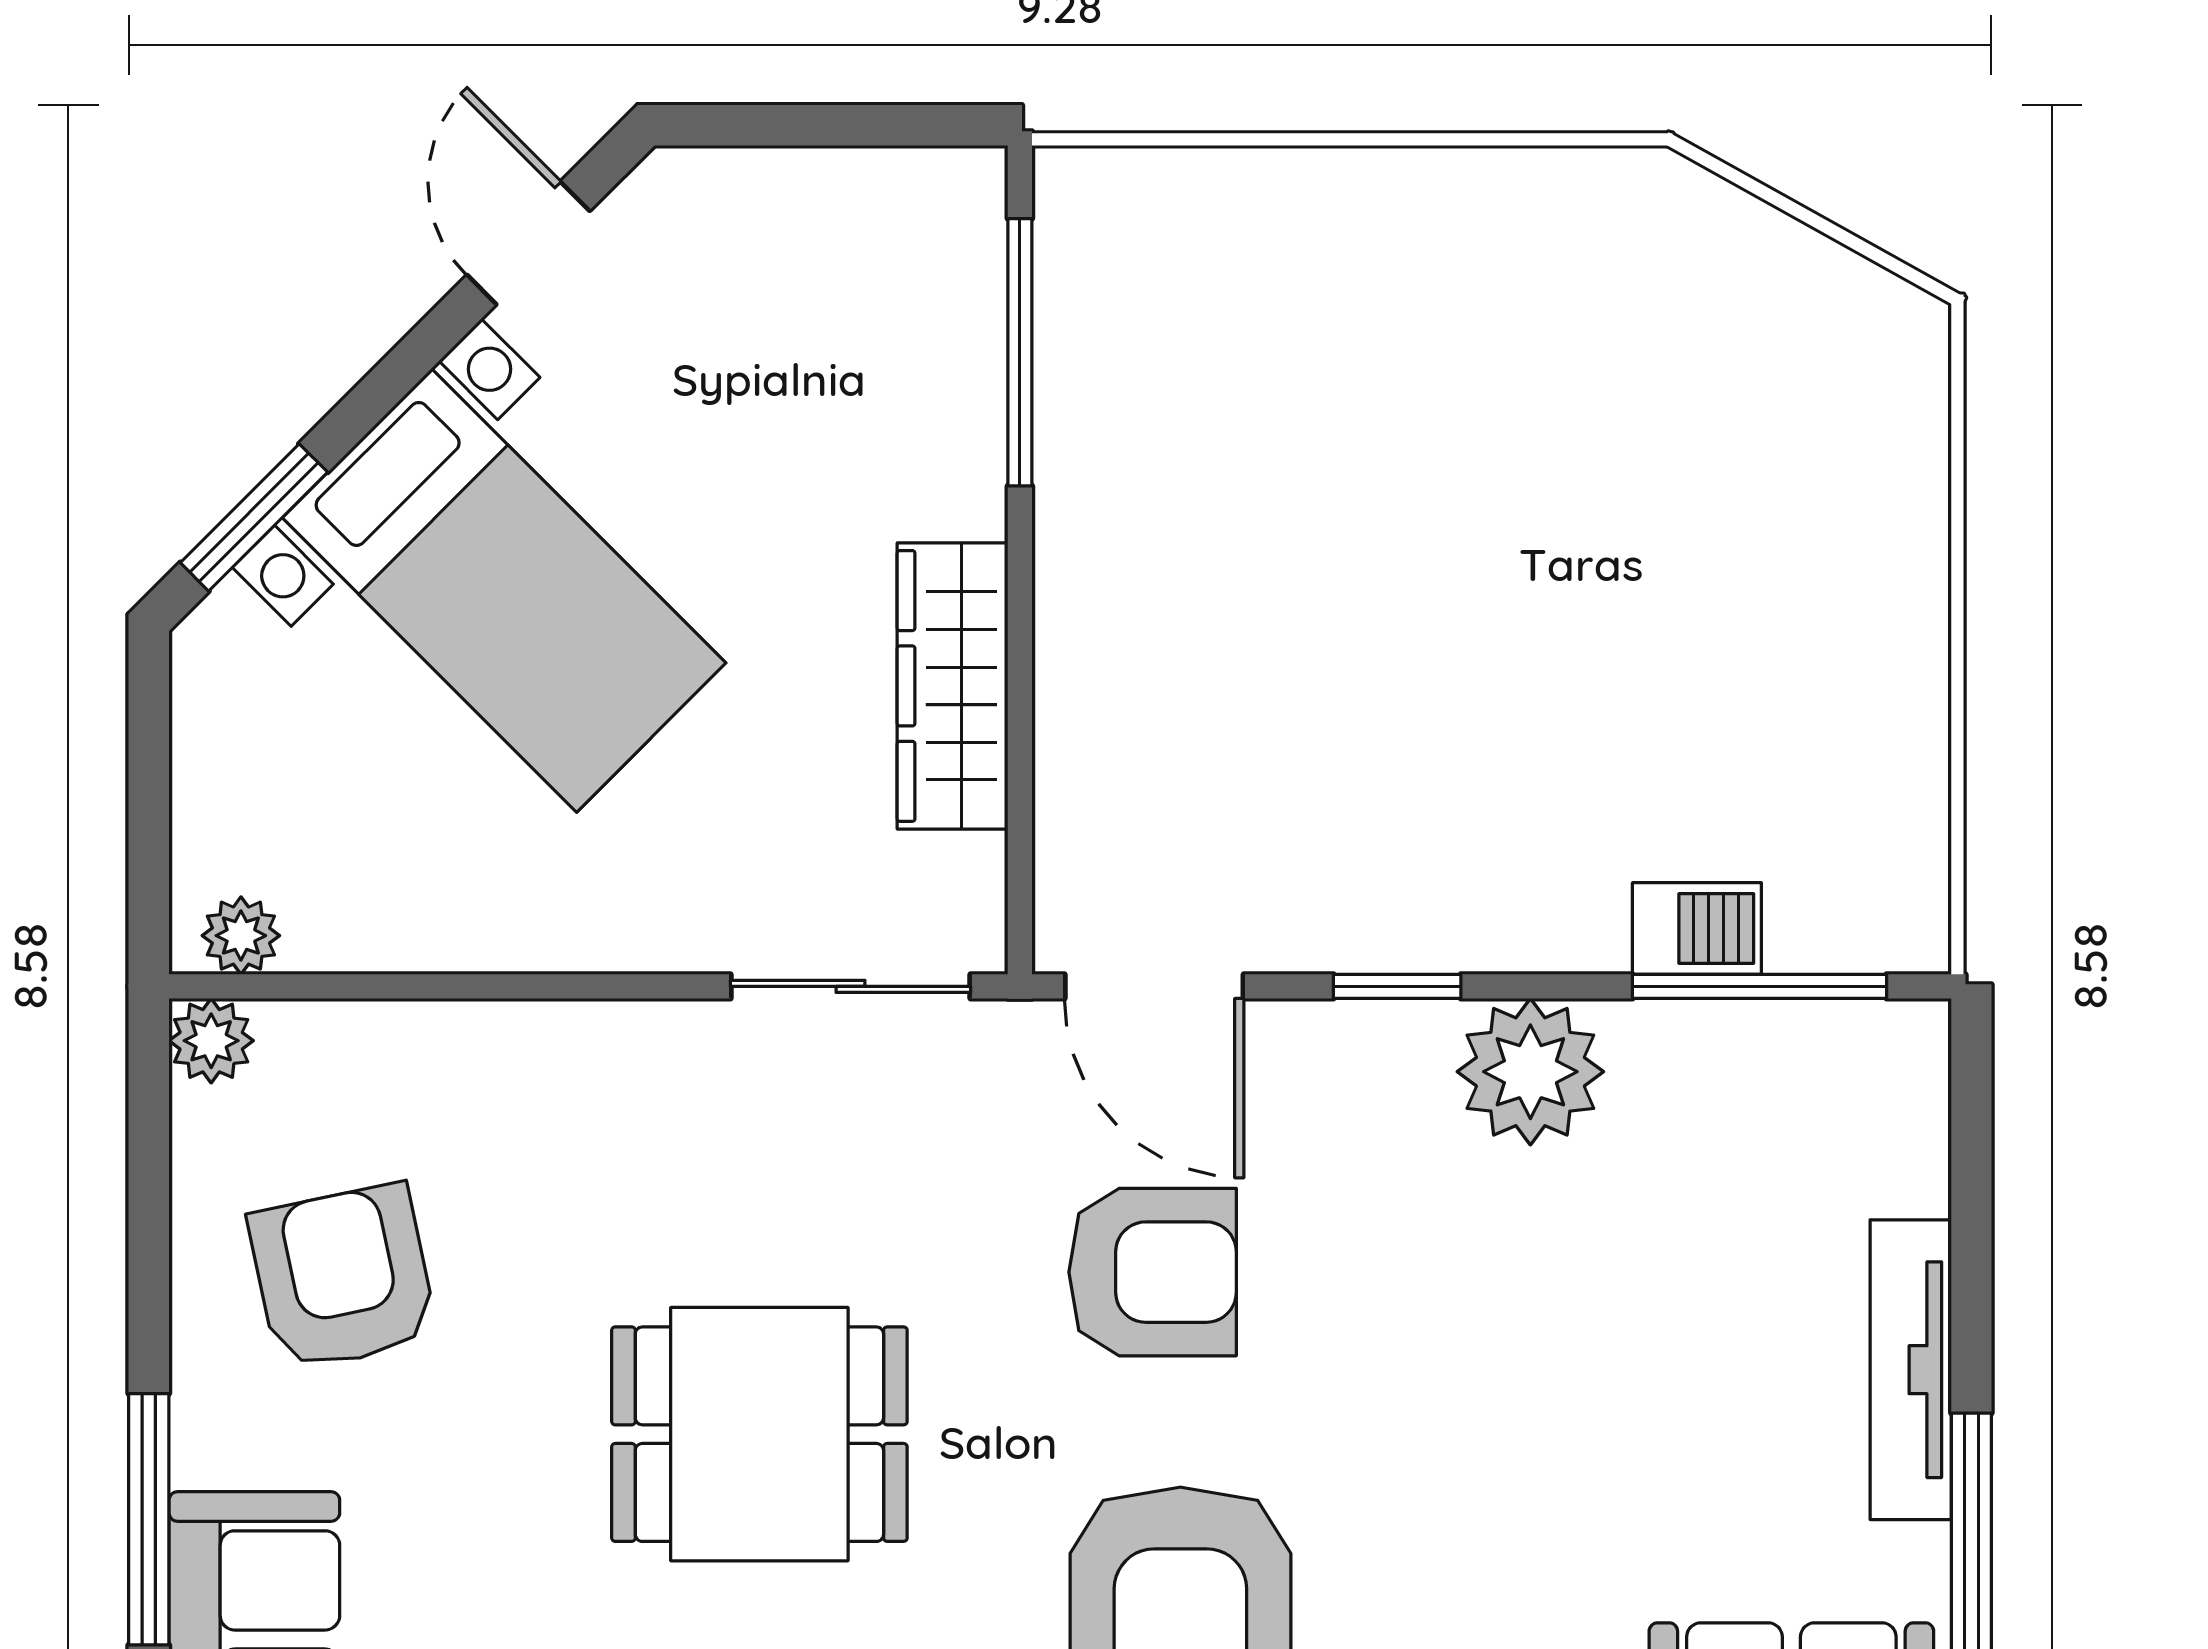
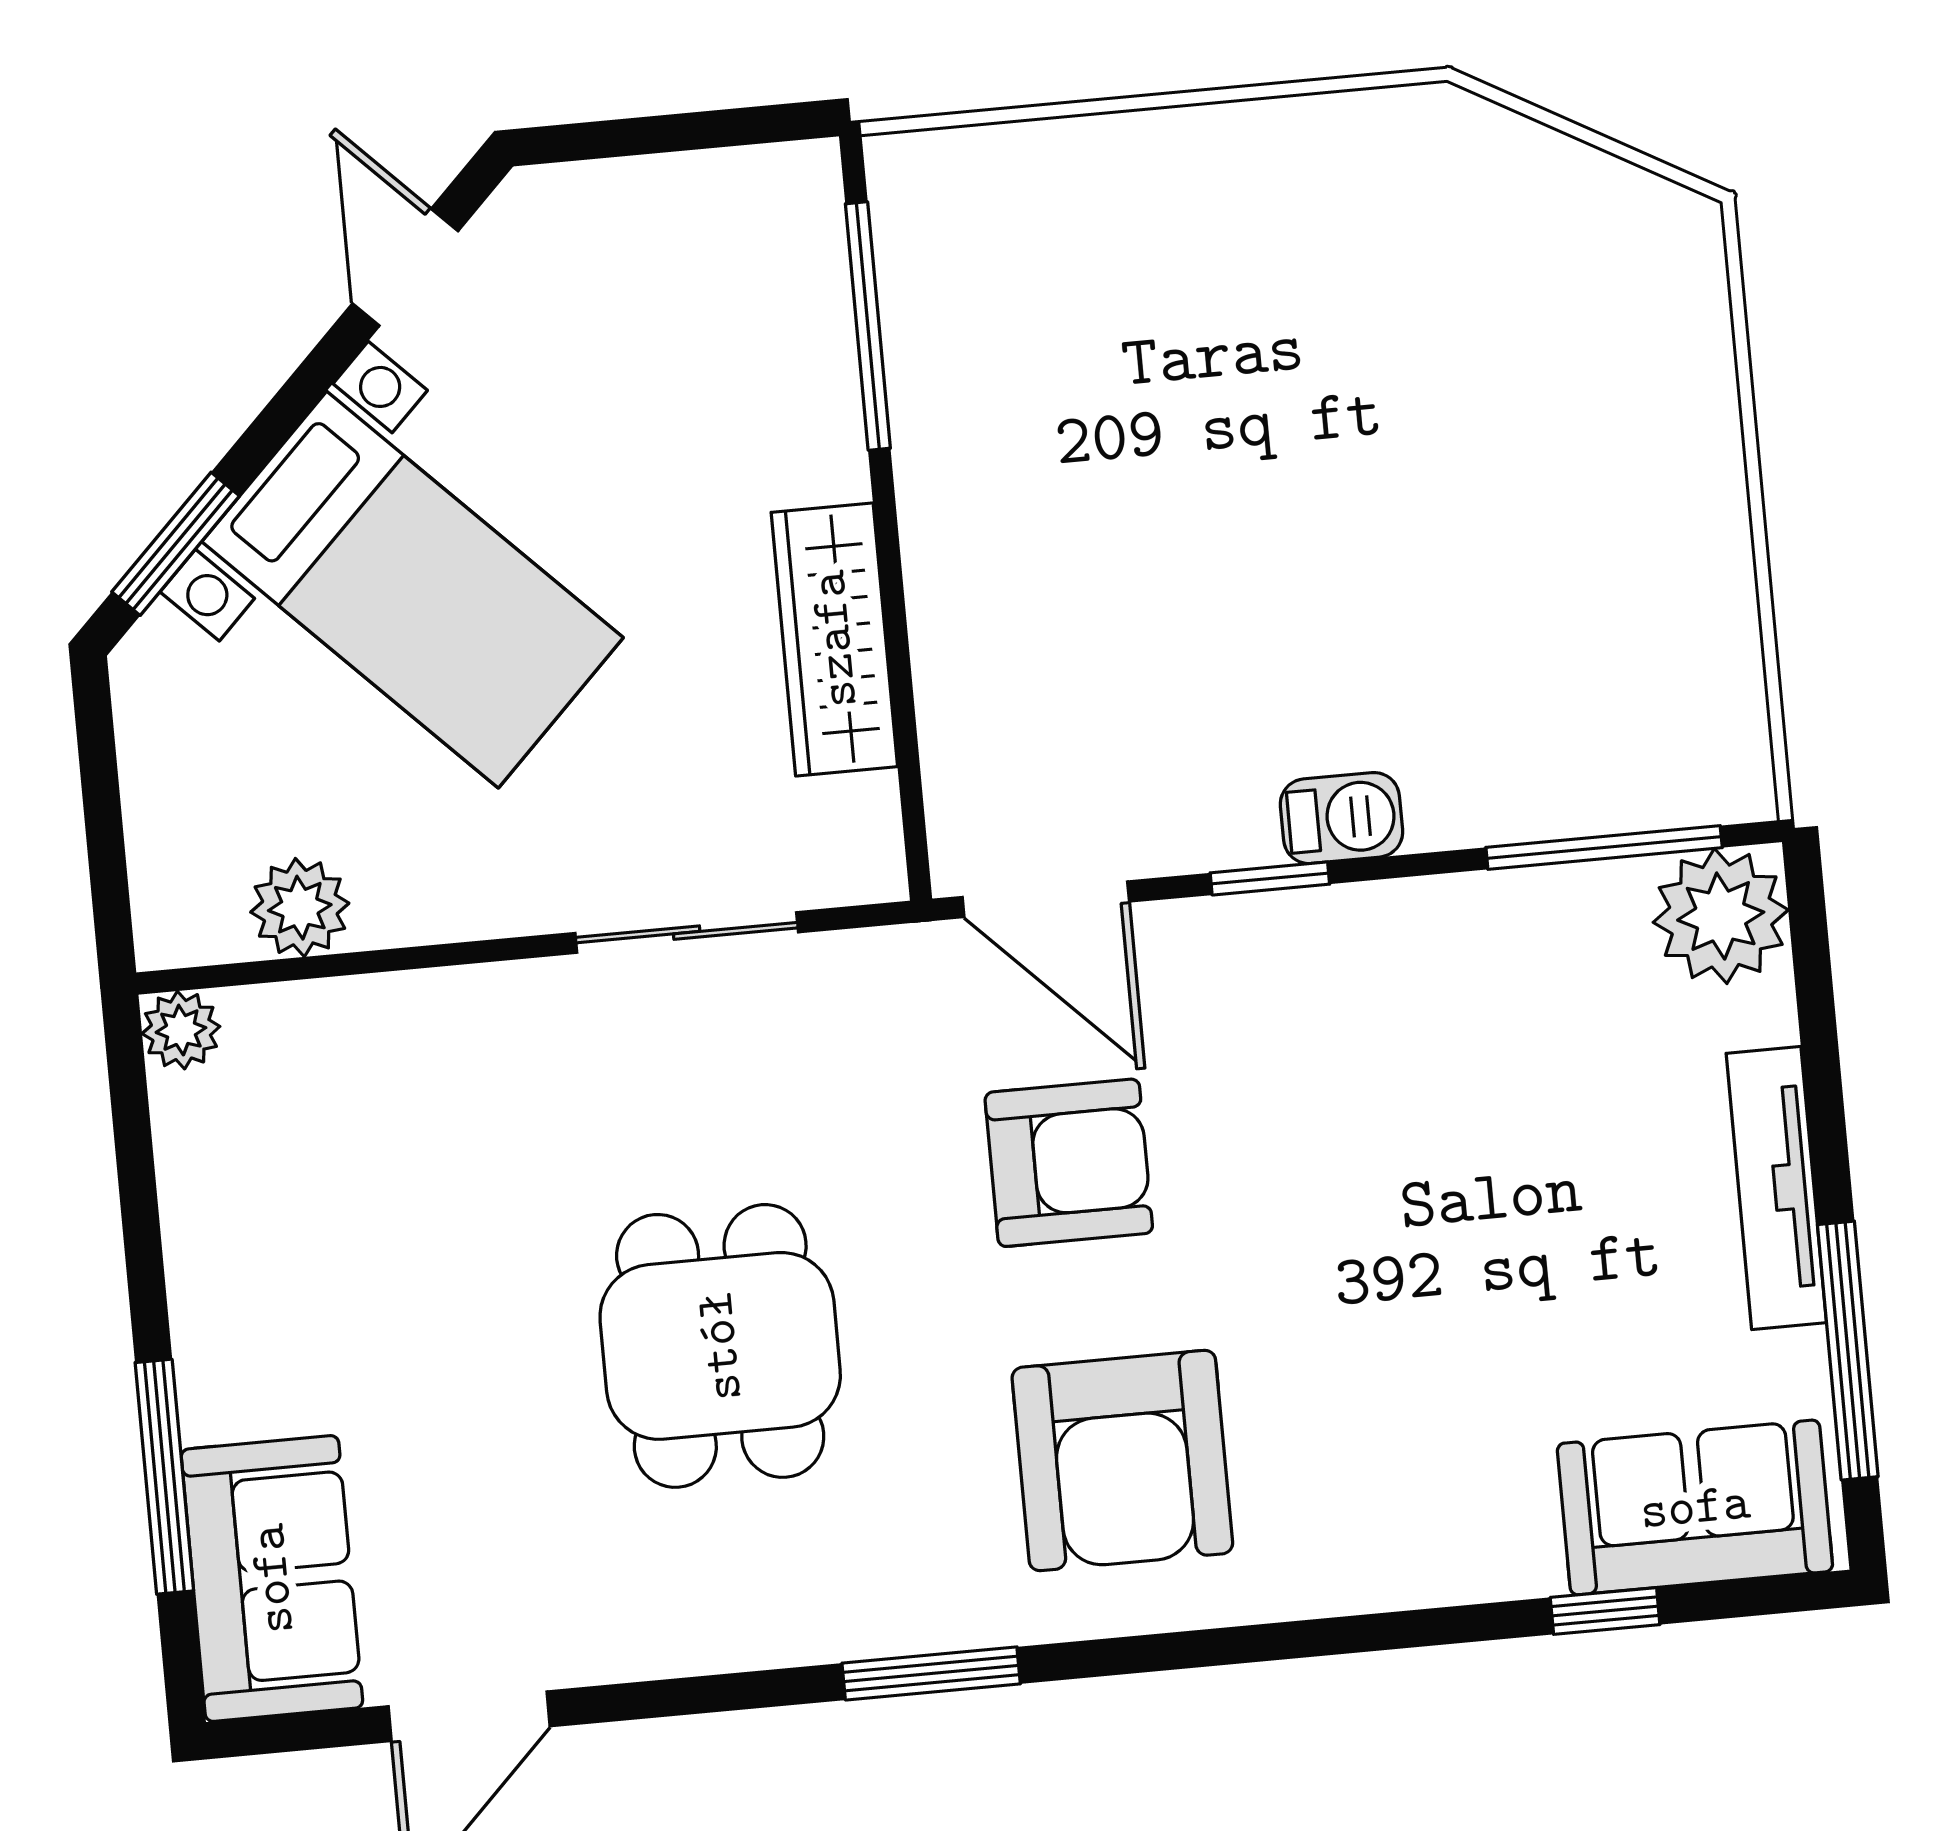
barbecue: (1697, 929) -> (1341, 818), moved
plant: (241, 936) -> (300, 908), moved, width x1.38, depth x1.38
sliding door: (850, 986) -> (687, 933), moved
plant: (1530, 1072) -> (1721, 916), moved
armchair: (343, 1278) -> (323, 1237), removed
dining table: (759, 1434) -> (720, 1346), turned 90

